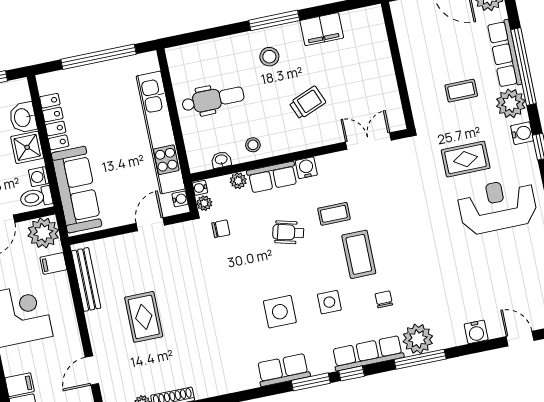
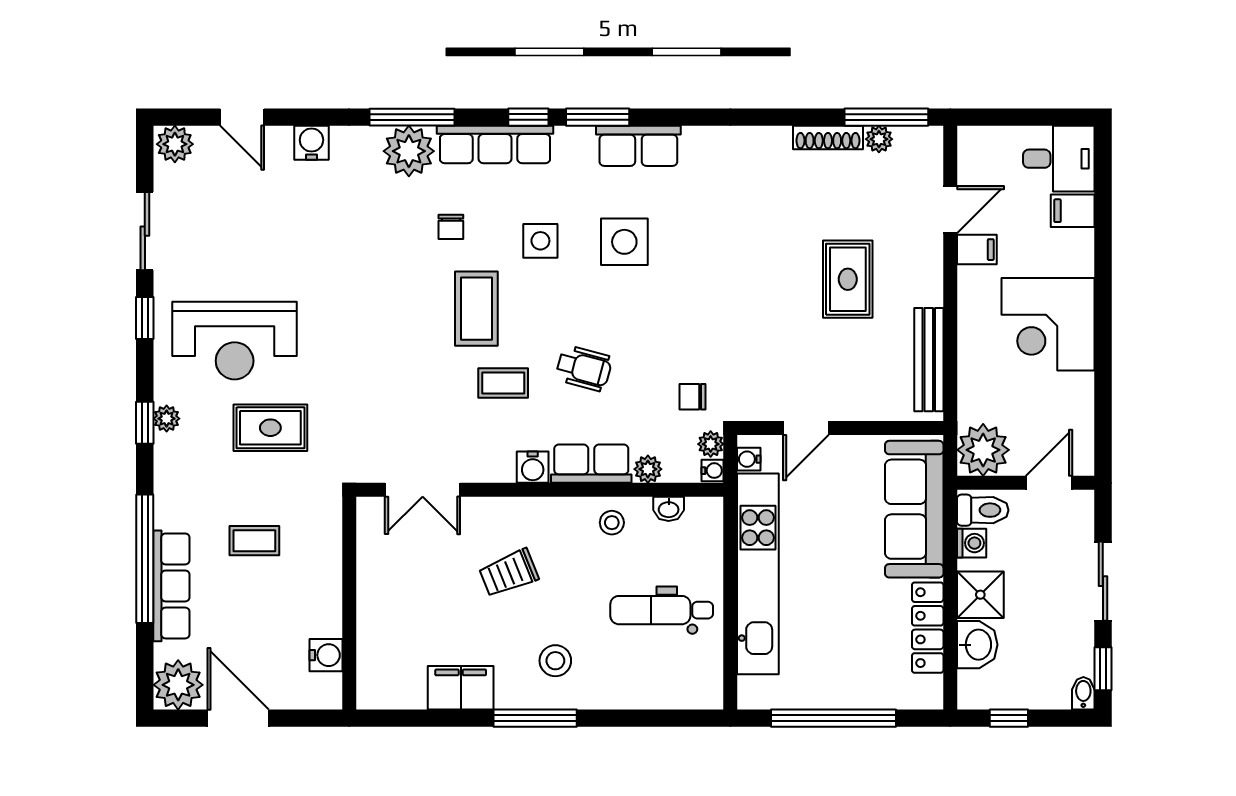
plant: (511, 103) -> (167, 419), moved, width x0.53, depth x0.53
water cooler: (522, 133) -> (326, 655), moved, turned 180
filing cabinet: (53, 263) -> (977, 250), moved

